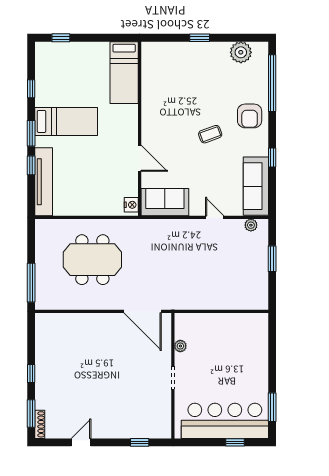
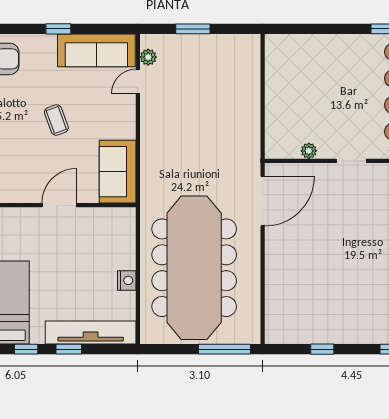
window: (31, 133) -> (26, 349), width x0.67
coffee table: (210, 134) -> (56, 120), moved
nightstand: (131, 205) -> (127, 280), moved, turned 90
door: (215, 217) -> (138, 81), moved
meeting table: (92, 260) -> (194, 268), width x1.86, depth x1.27
window: (31, 374) -> (322, 349), moved

